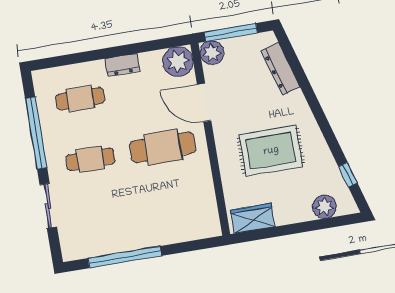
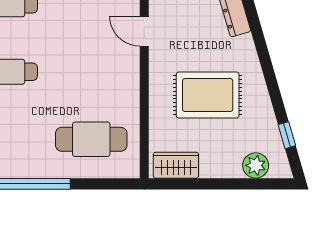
door: (204, 103) -> (144, 31), width x0.73
cafe table: (163, 147) -> (91, 139), moved

